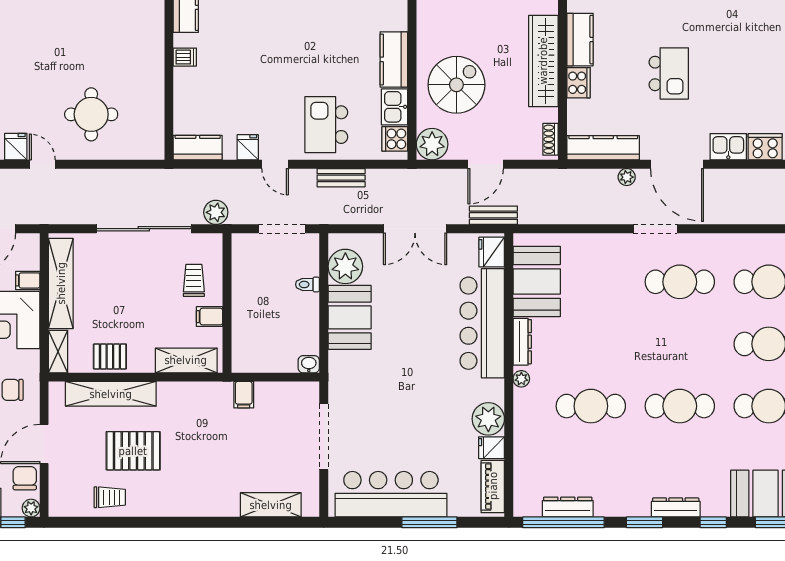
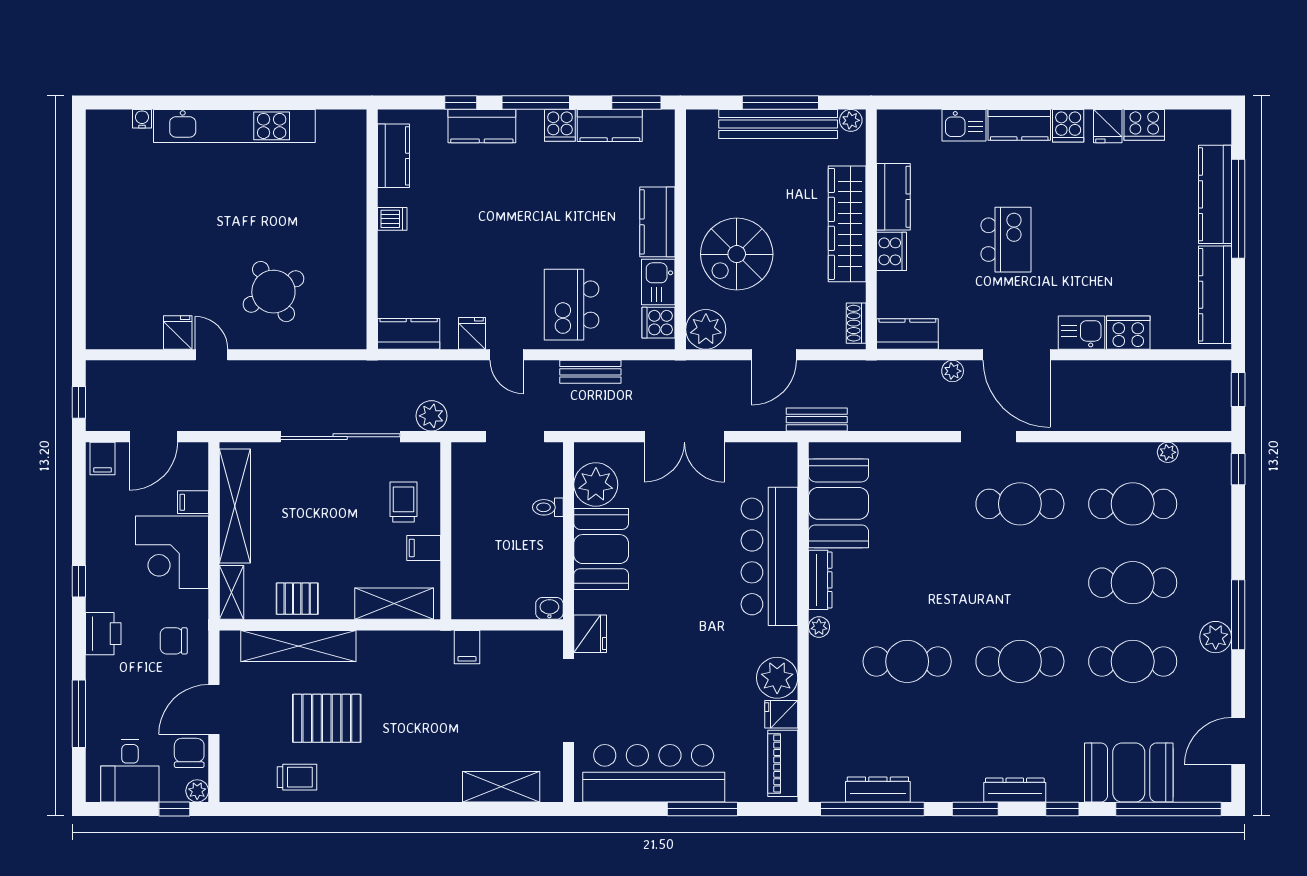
spiral stairs: (456, 85) -> (737, 254), turned 180
round table: (91, 114) -> (273, 292), turned -30
kitchen counter: (603, 148) -> (907, 334), width x0.67
bench: (493, 215) -> (817, 420), moved
fridge: (492, 252) -> (590, 634), moved, turned 180

